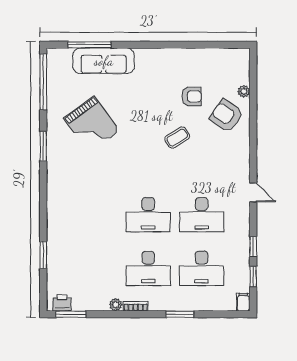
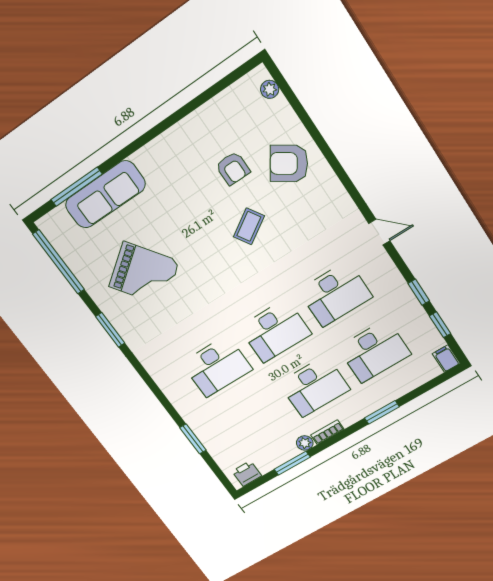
plant: (244, 91) -> (270, 89), moved
armchair: (192, 96) -> (233, 168), turned 90
desk: (95, 215) -> (217, 366), added
window: (71, 314) -> (292, 463), moved

